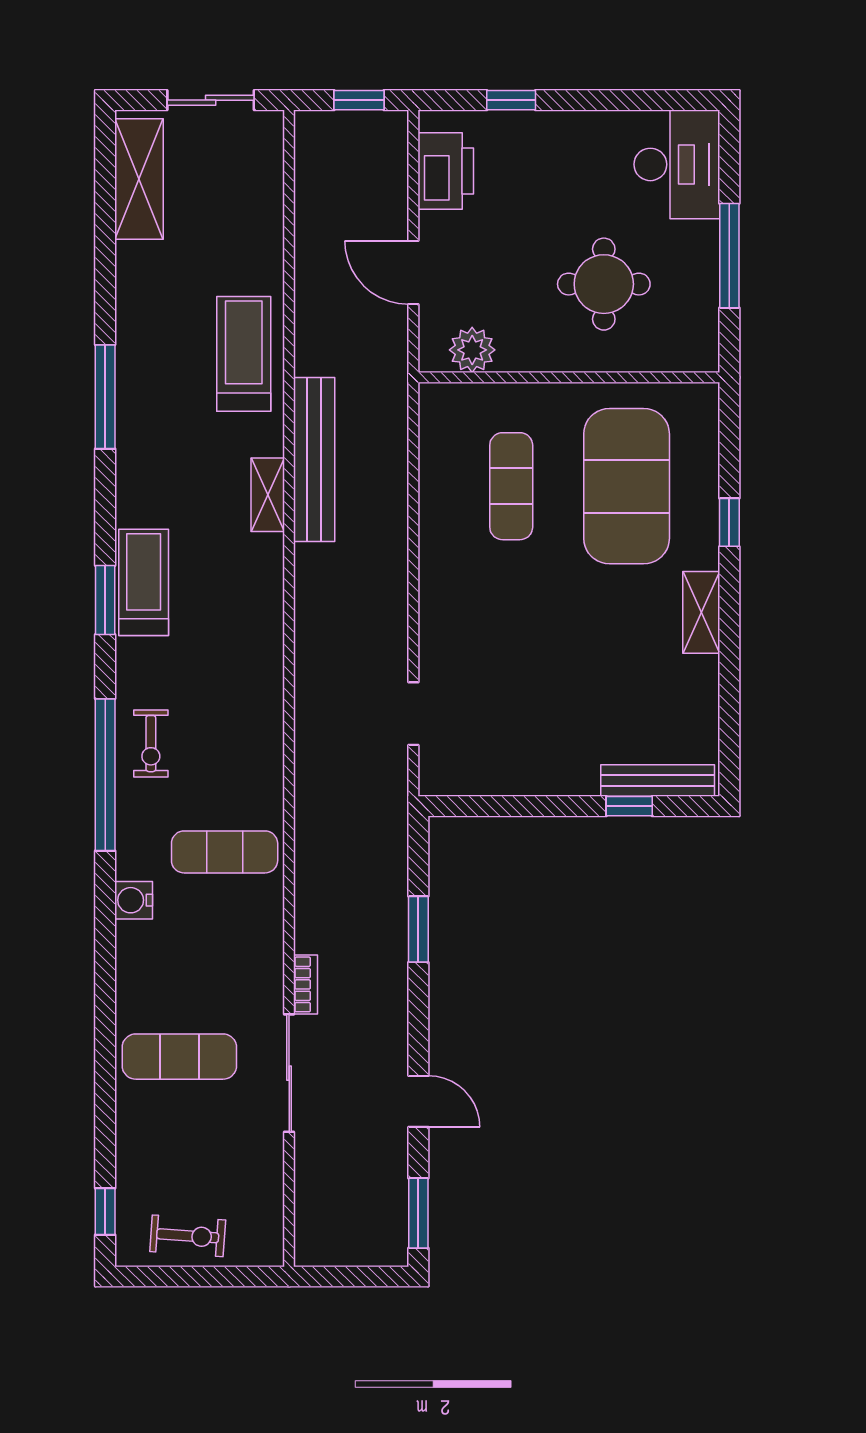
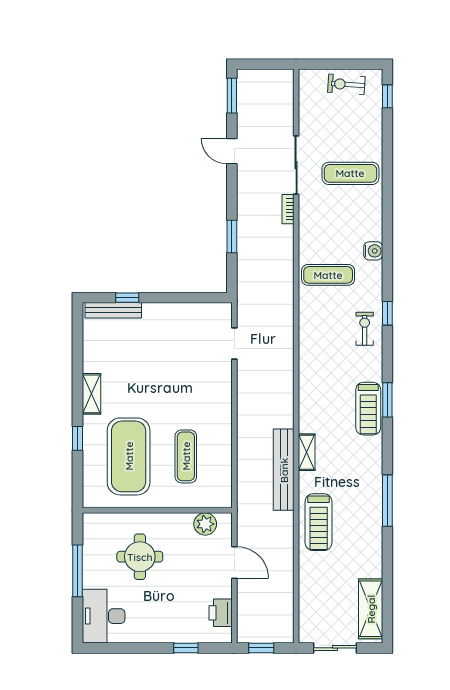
printer: (446, 171) -> (221, 613), width x0.73, depth x0.84
window: (105, 775) -> (387, 313), width x0.32

